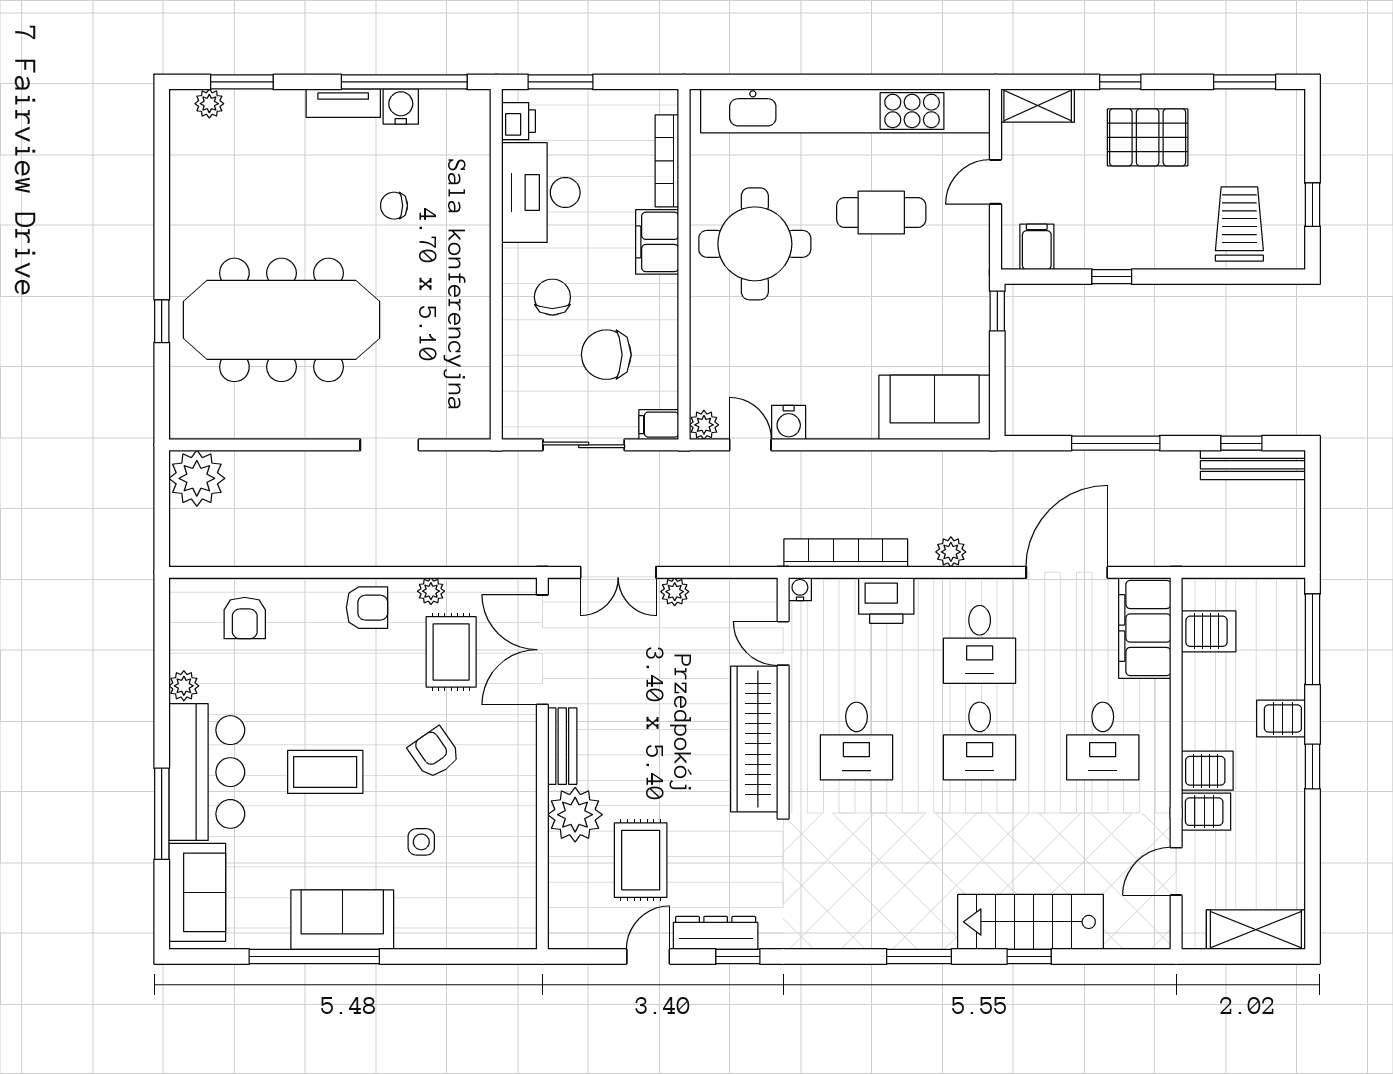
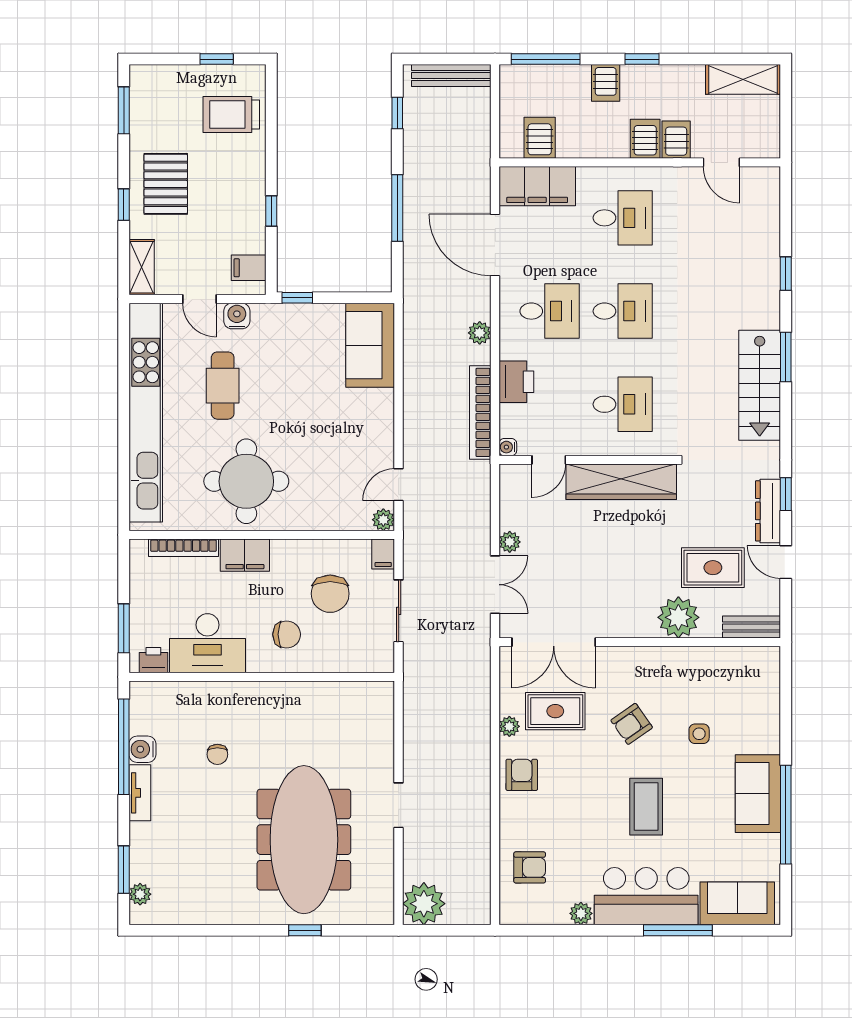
chair: (552, 297) -> (287, 634), turned 180
water cooler: (789, 422) -> (237, 316), moved, turned -90
doorway: (389, 445) -> (399, 805), moved
bench: (1253, 465) -> (451, 76), moved, turned 90
bench: (562, 746) -> (752, 627), moved
stairs: (1030, 922) -> (760, 385), moved
shelving: (1256, 930) -> (743, 79), moved, turned 90

